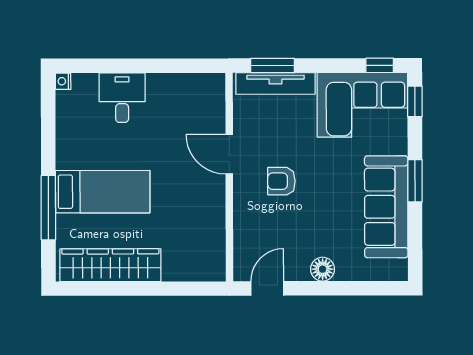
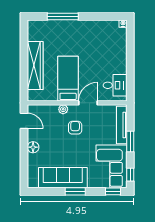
window: (273, 66) -> (130, 141), moved
desk: (122, 98) -> (115, 85), moved
bed: (103, 192) -> (68, 79), moved, turned 180
plant: (243, 206) -> (63, 109), added
wardrobe: (110, 265) -> (35, 66), moved

